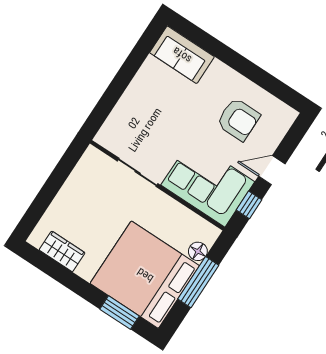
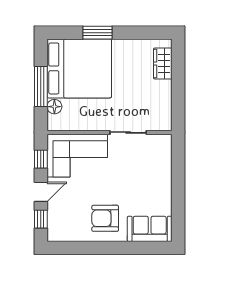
armchair: (238, 119) -> (105, 218), moved
window: (291, 141) -> (41, 219), added
wardrobe: (62, 251) -> (163, 63), moved, turned 90
window: (119, 313) -> (97, 33), moved

